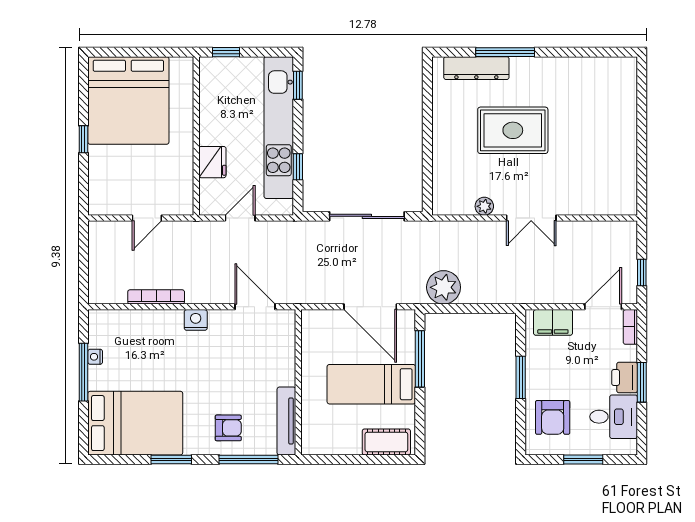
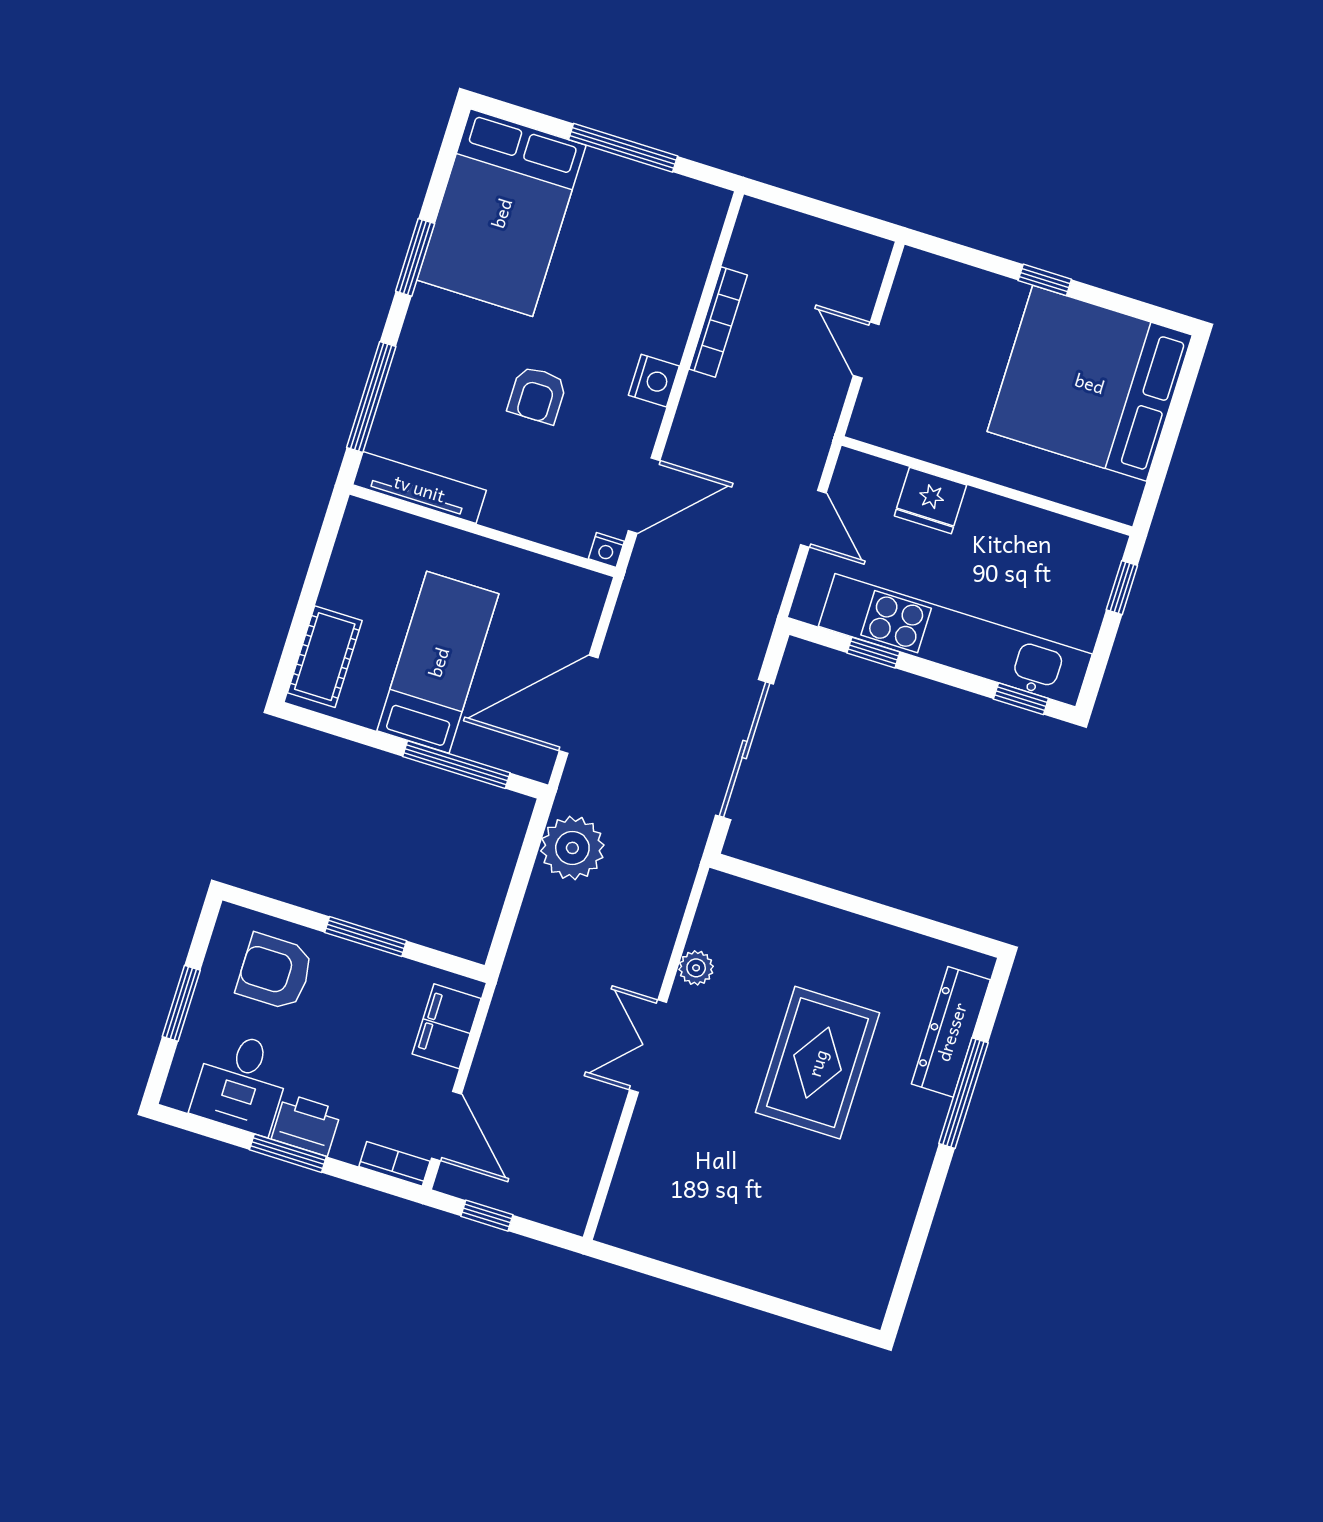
nightstand: (95, 357) -> (606, 550), moved, turned 180
armchair: (228, 428) -> (537, 395), moved

